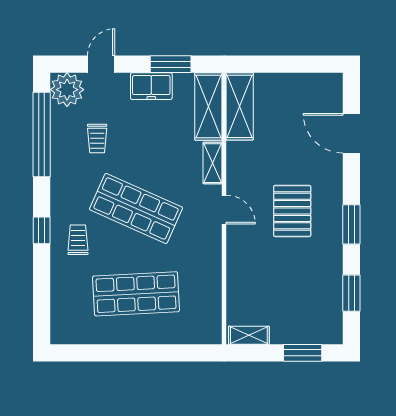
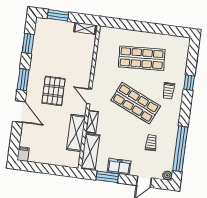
filing cabinet: (333, 86) -> (23, 154), added
plant: (67, 90) -> (167, 175), width x0.53, depth x0.53
shelving: (240, 106) -> (76, 133), moved
door: (351, 133) -> (19, 111), moved
window: (42, 230) -> (189, 83), moved

